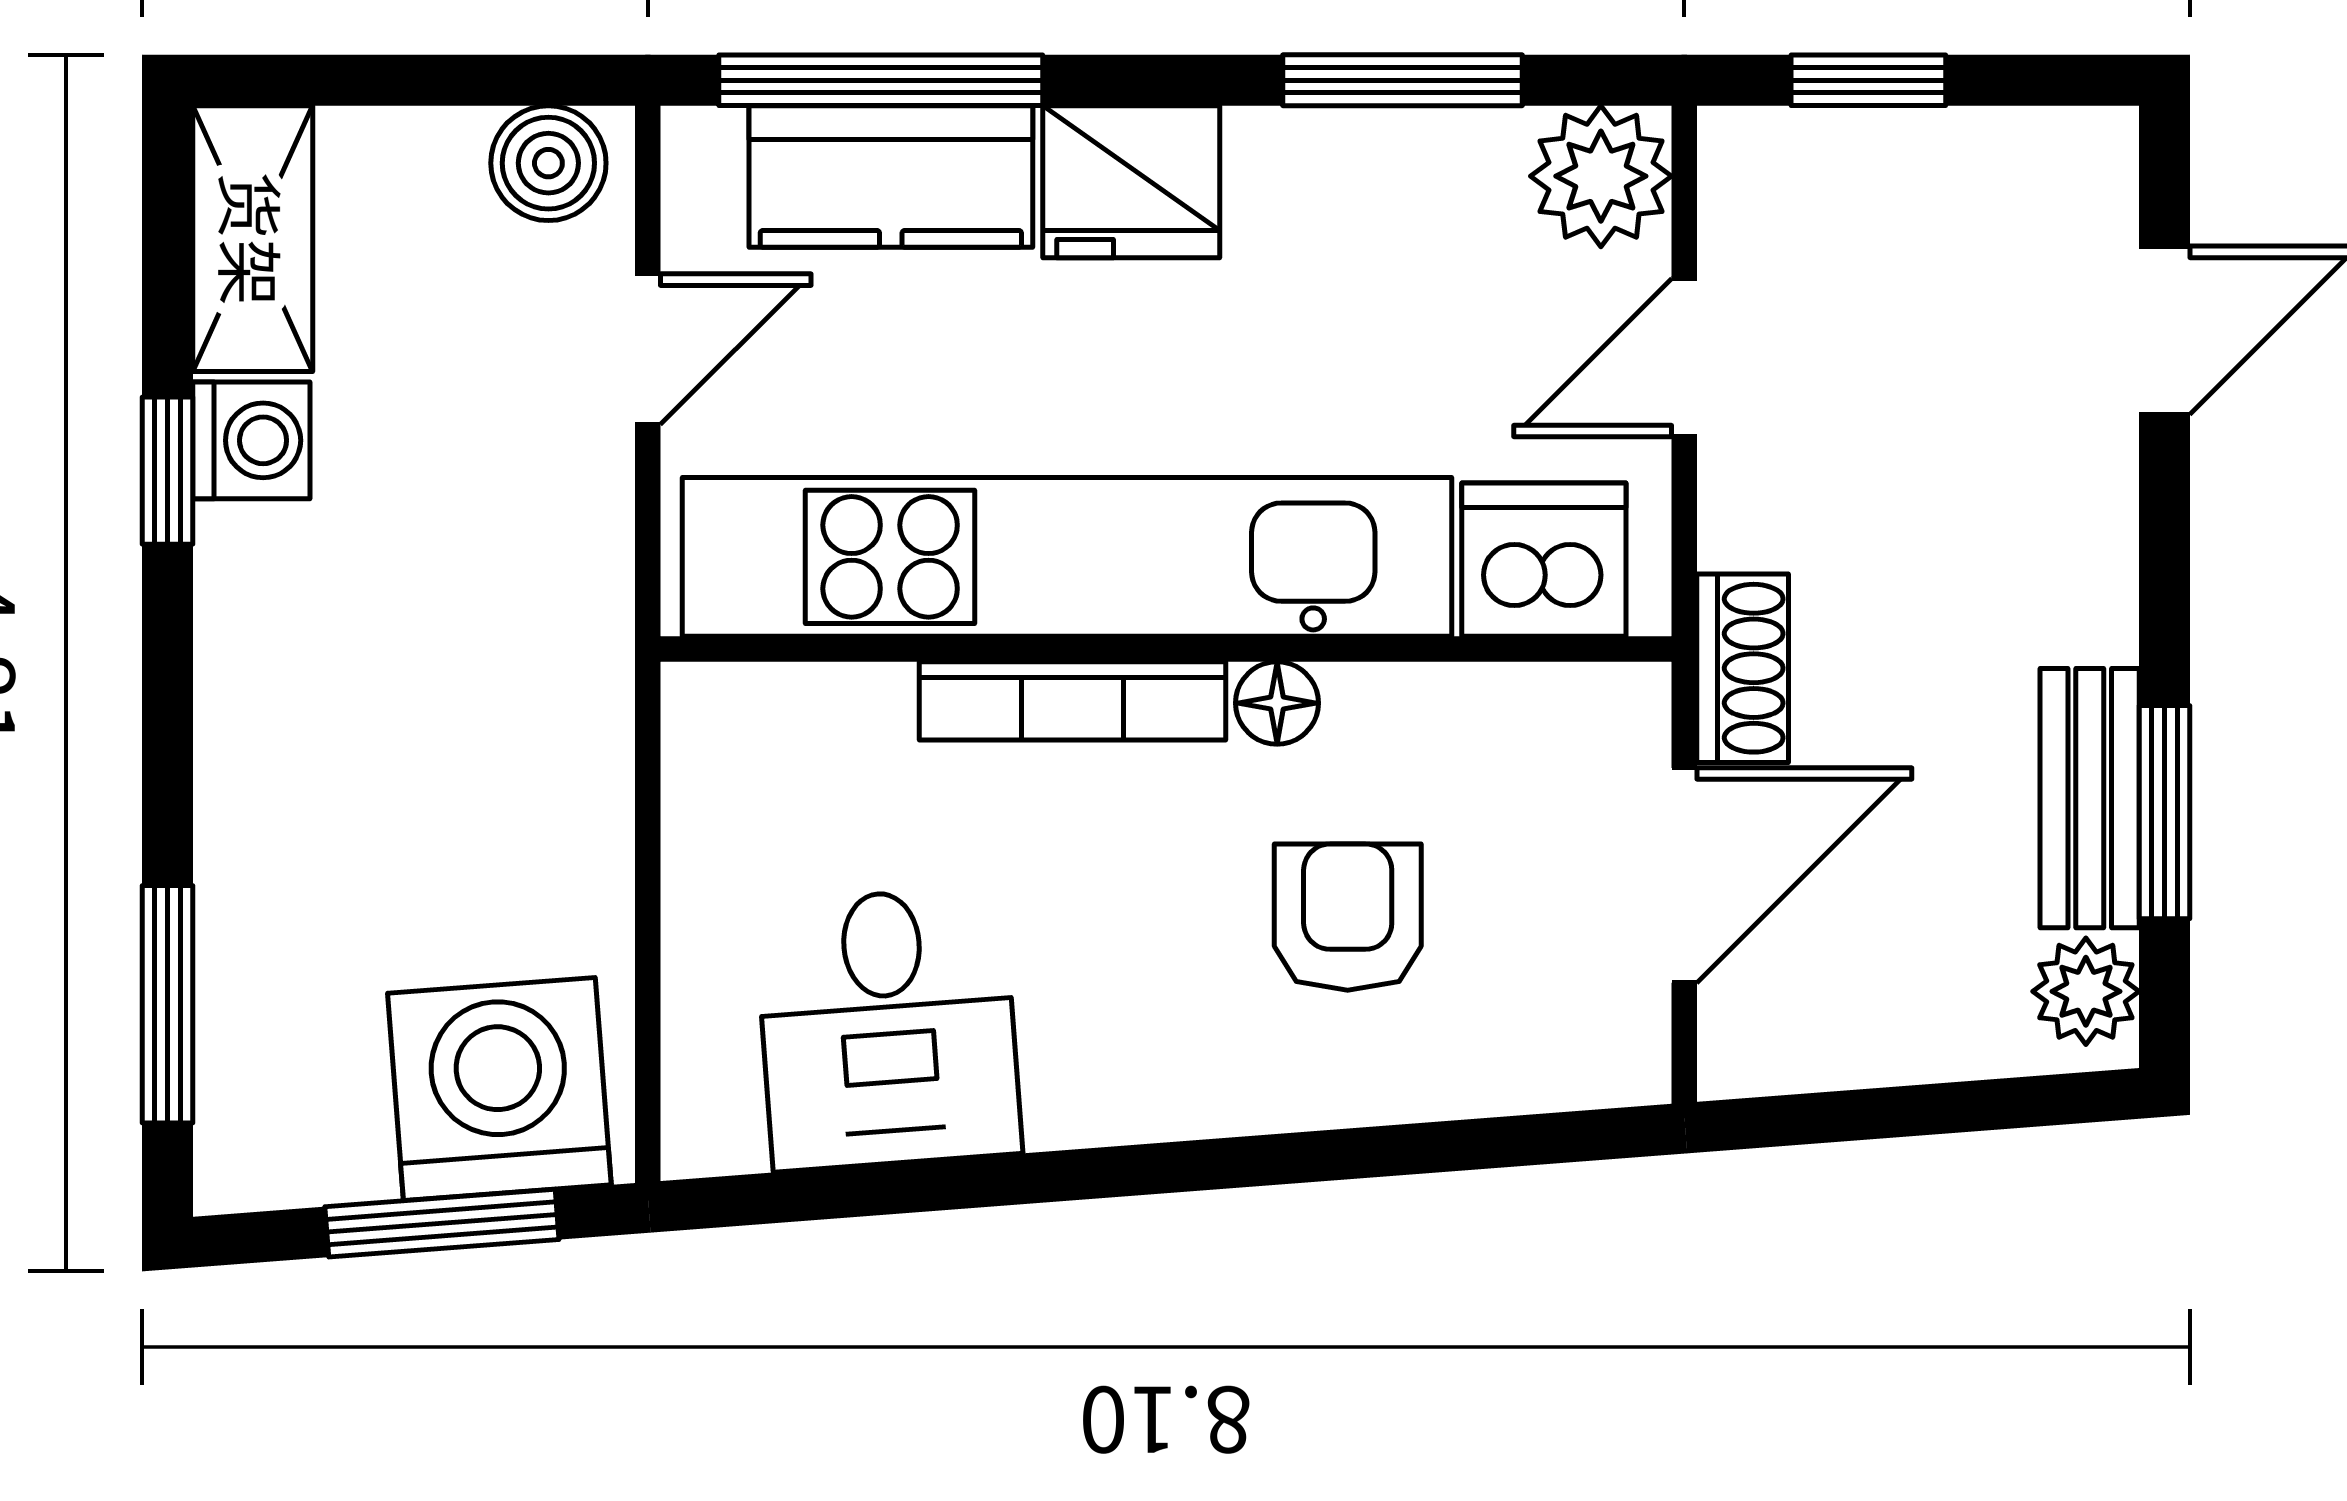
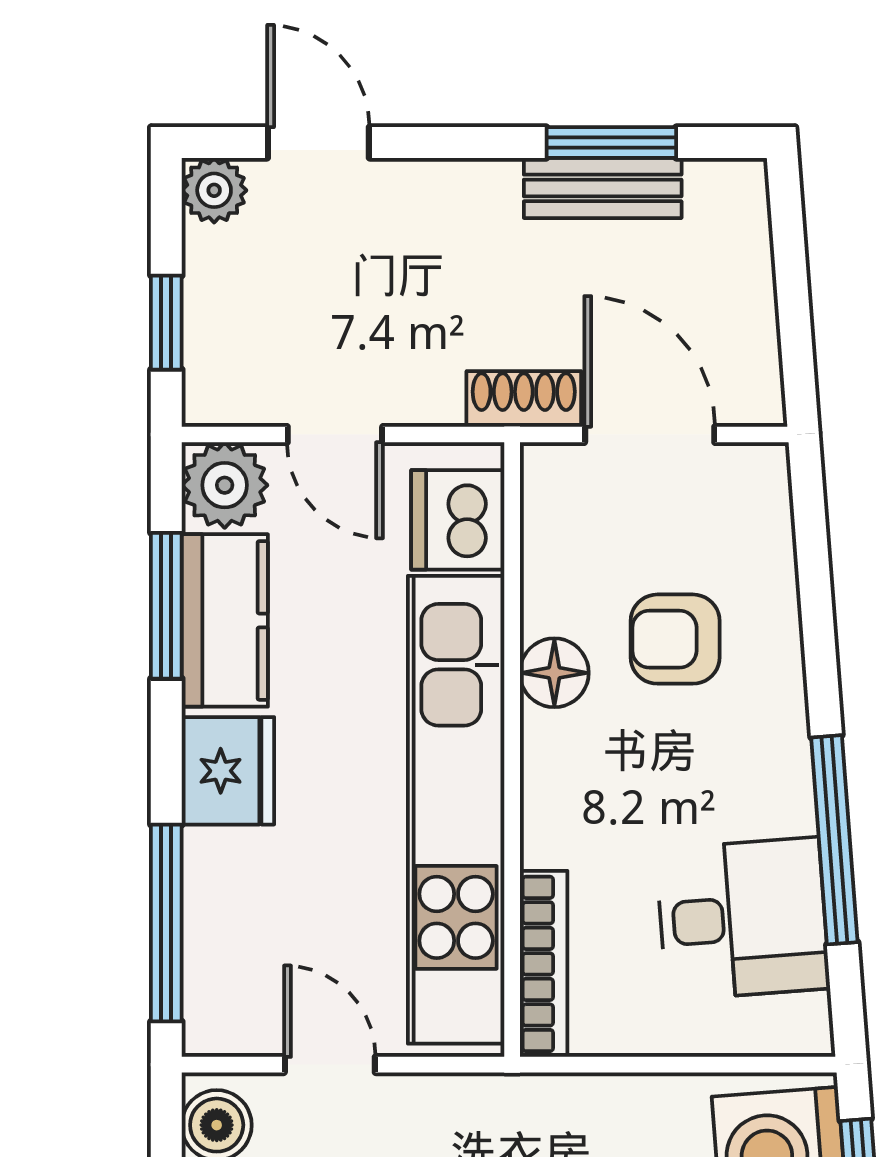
kitchen counter: (891, 176) -> (225, 620), moved
bookcase: (1073, 701) -> (544, 964), moved
floor lamp: (1277, 703) -> (554, 673), width x1.37, depth x1.37
plant: (2086, 991) -> (214, 190), moved
window: (1018, 1179) -> (834, 840), added

